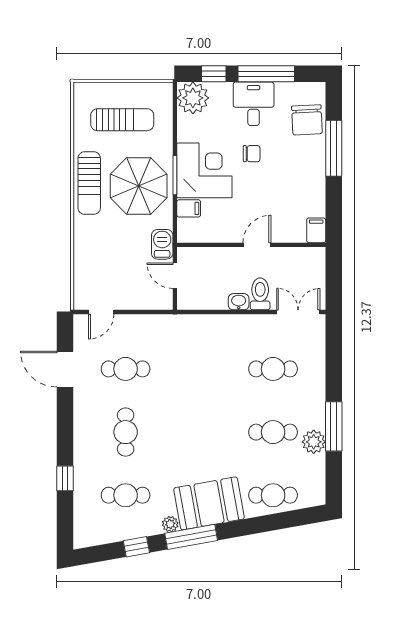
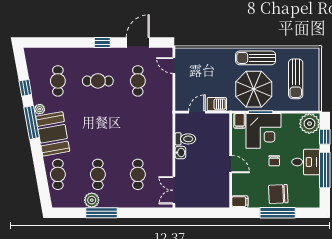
chair: (307, 120) -> (278, 194), moved
filing cabinet: (316, 230) -> (240, 202), moved
wall: (251, 245) -> (231, 161), moved
door: (257, 245) -> (231, 164), moved
toilet: (260, 294) -> (185, 139), moved
double door: (298, 312) -> (174, 190), swing flipped
window: (65, 478) -> (102, 43), moved

